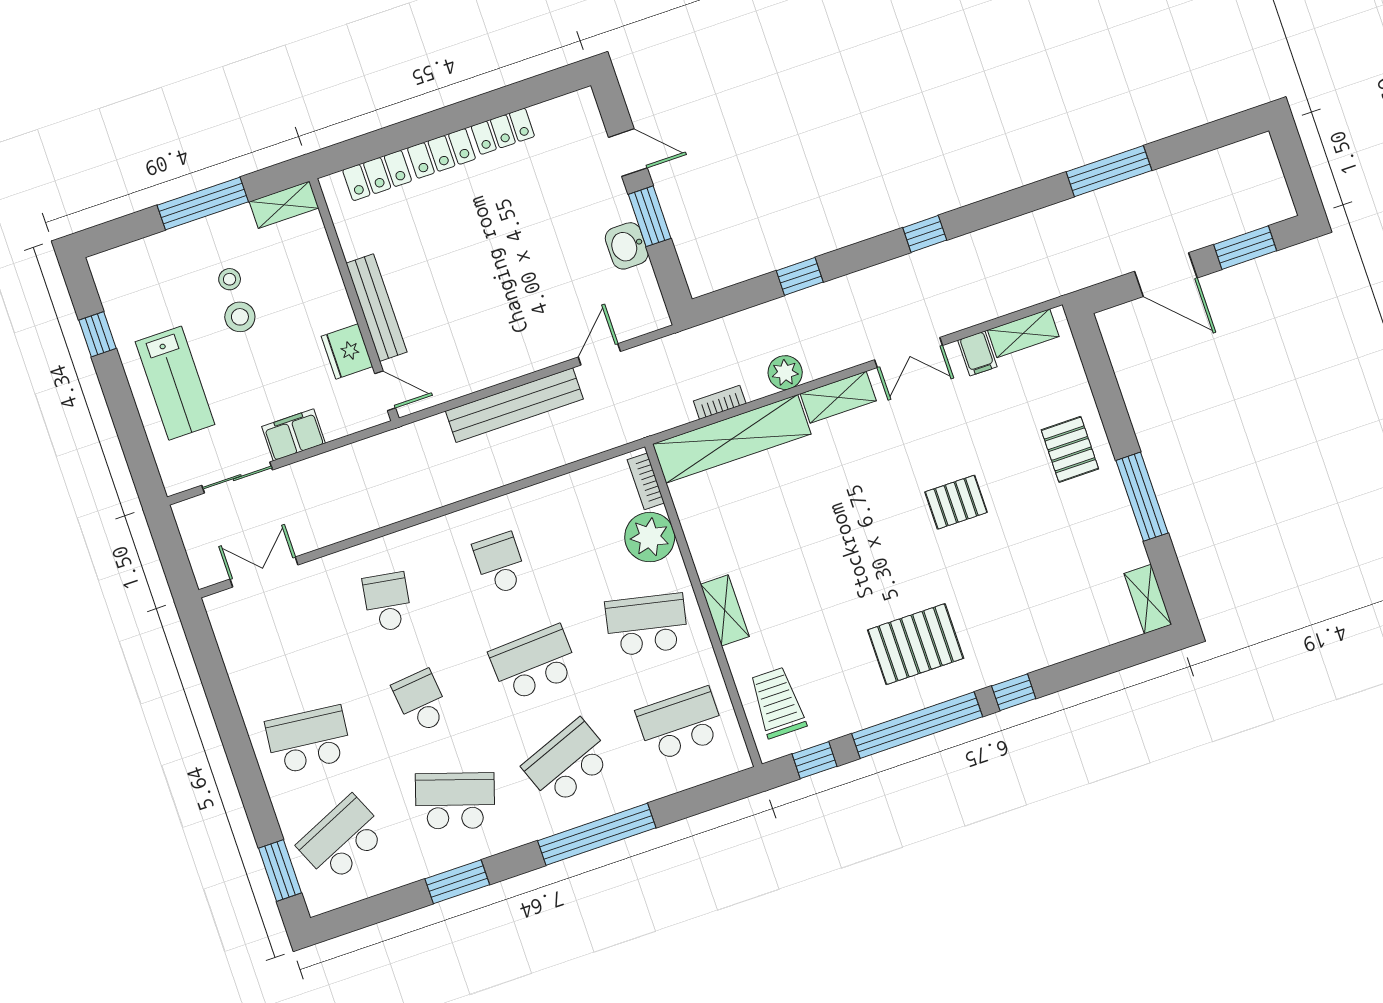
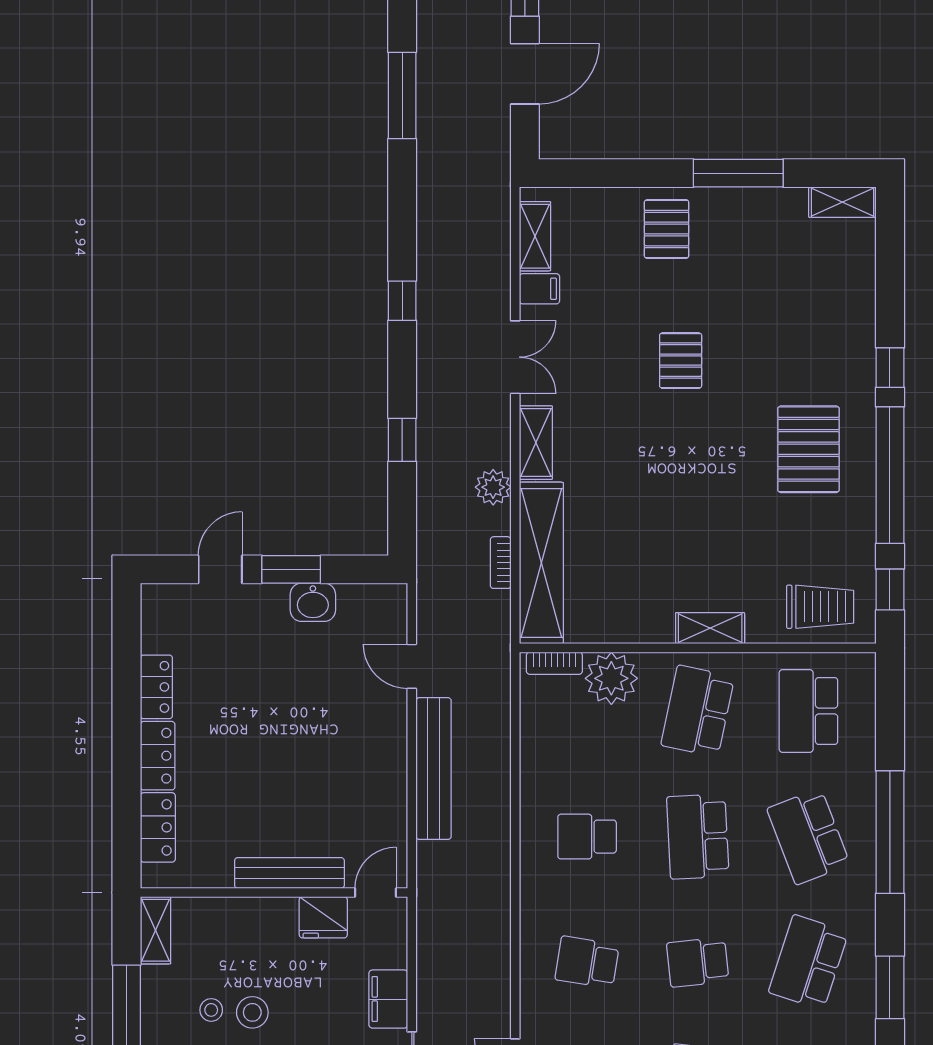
pallet: (1070, 449) -> (667, 229), turned 90
trolley: (778, 703) -> (820, 607), turned 180

